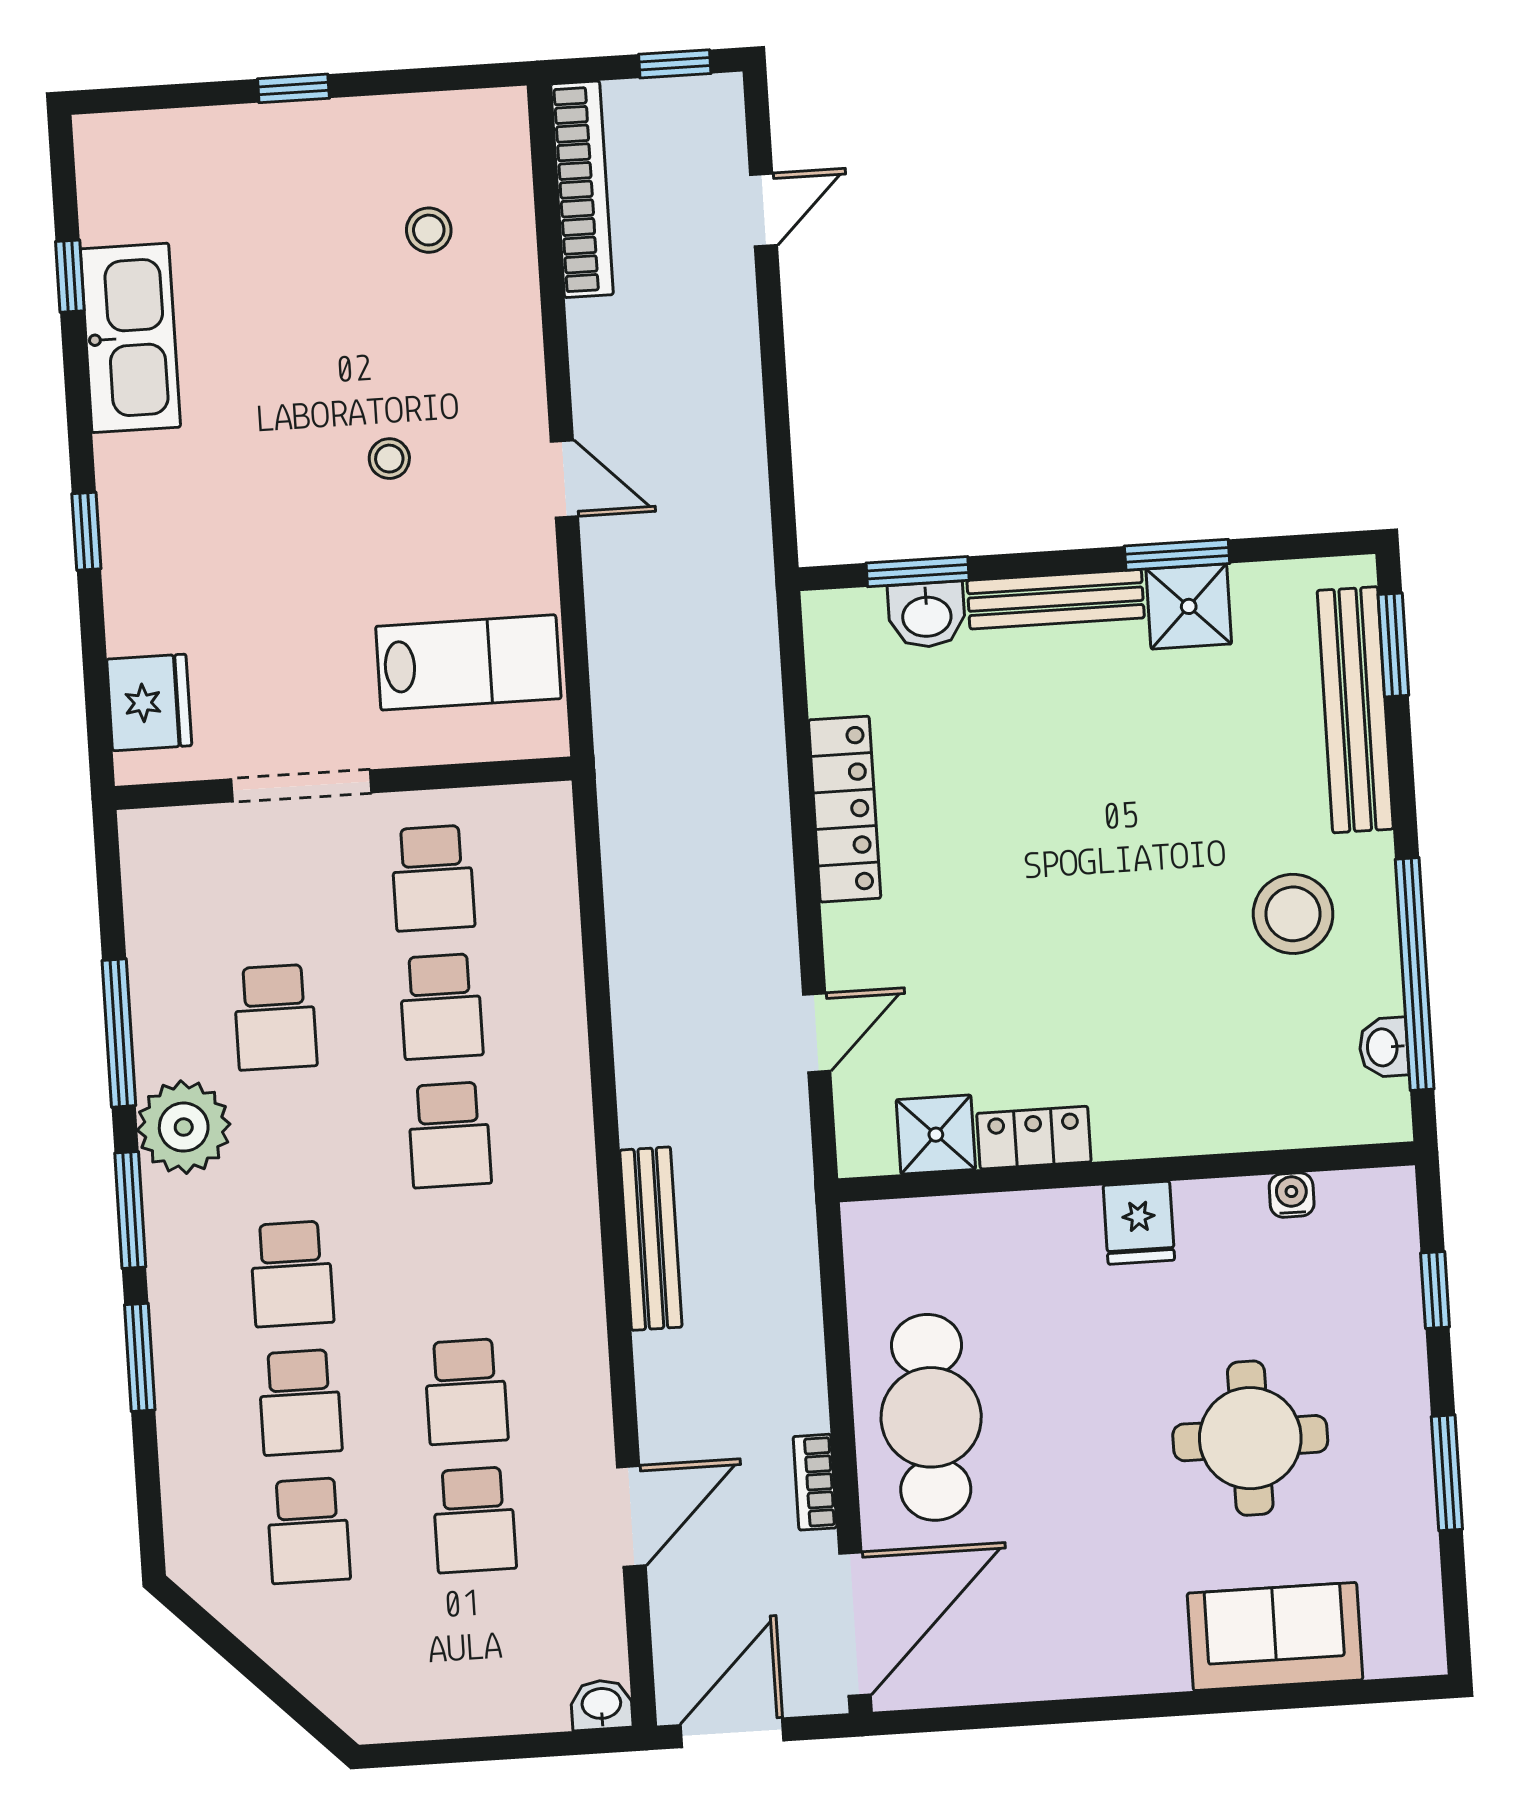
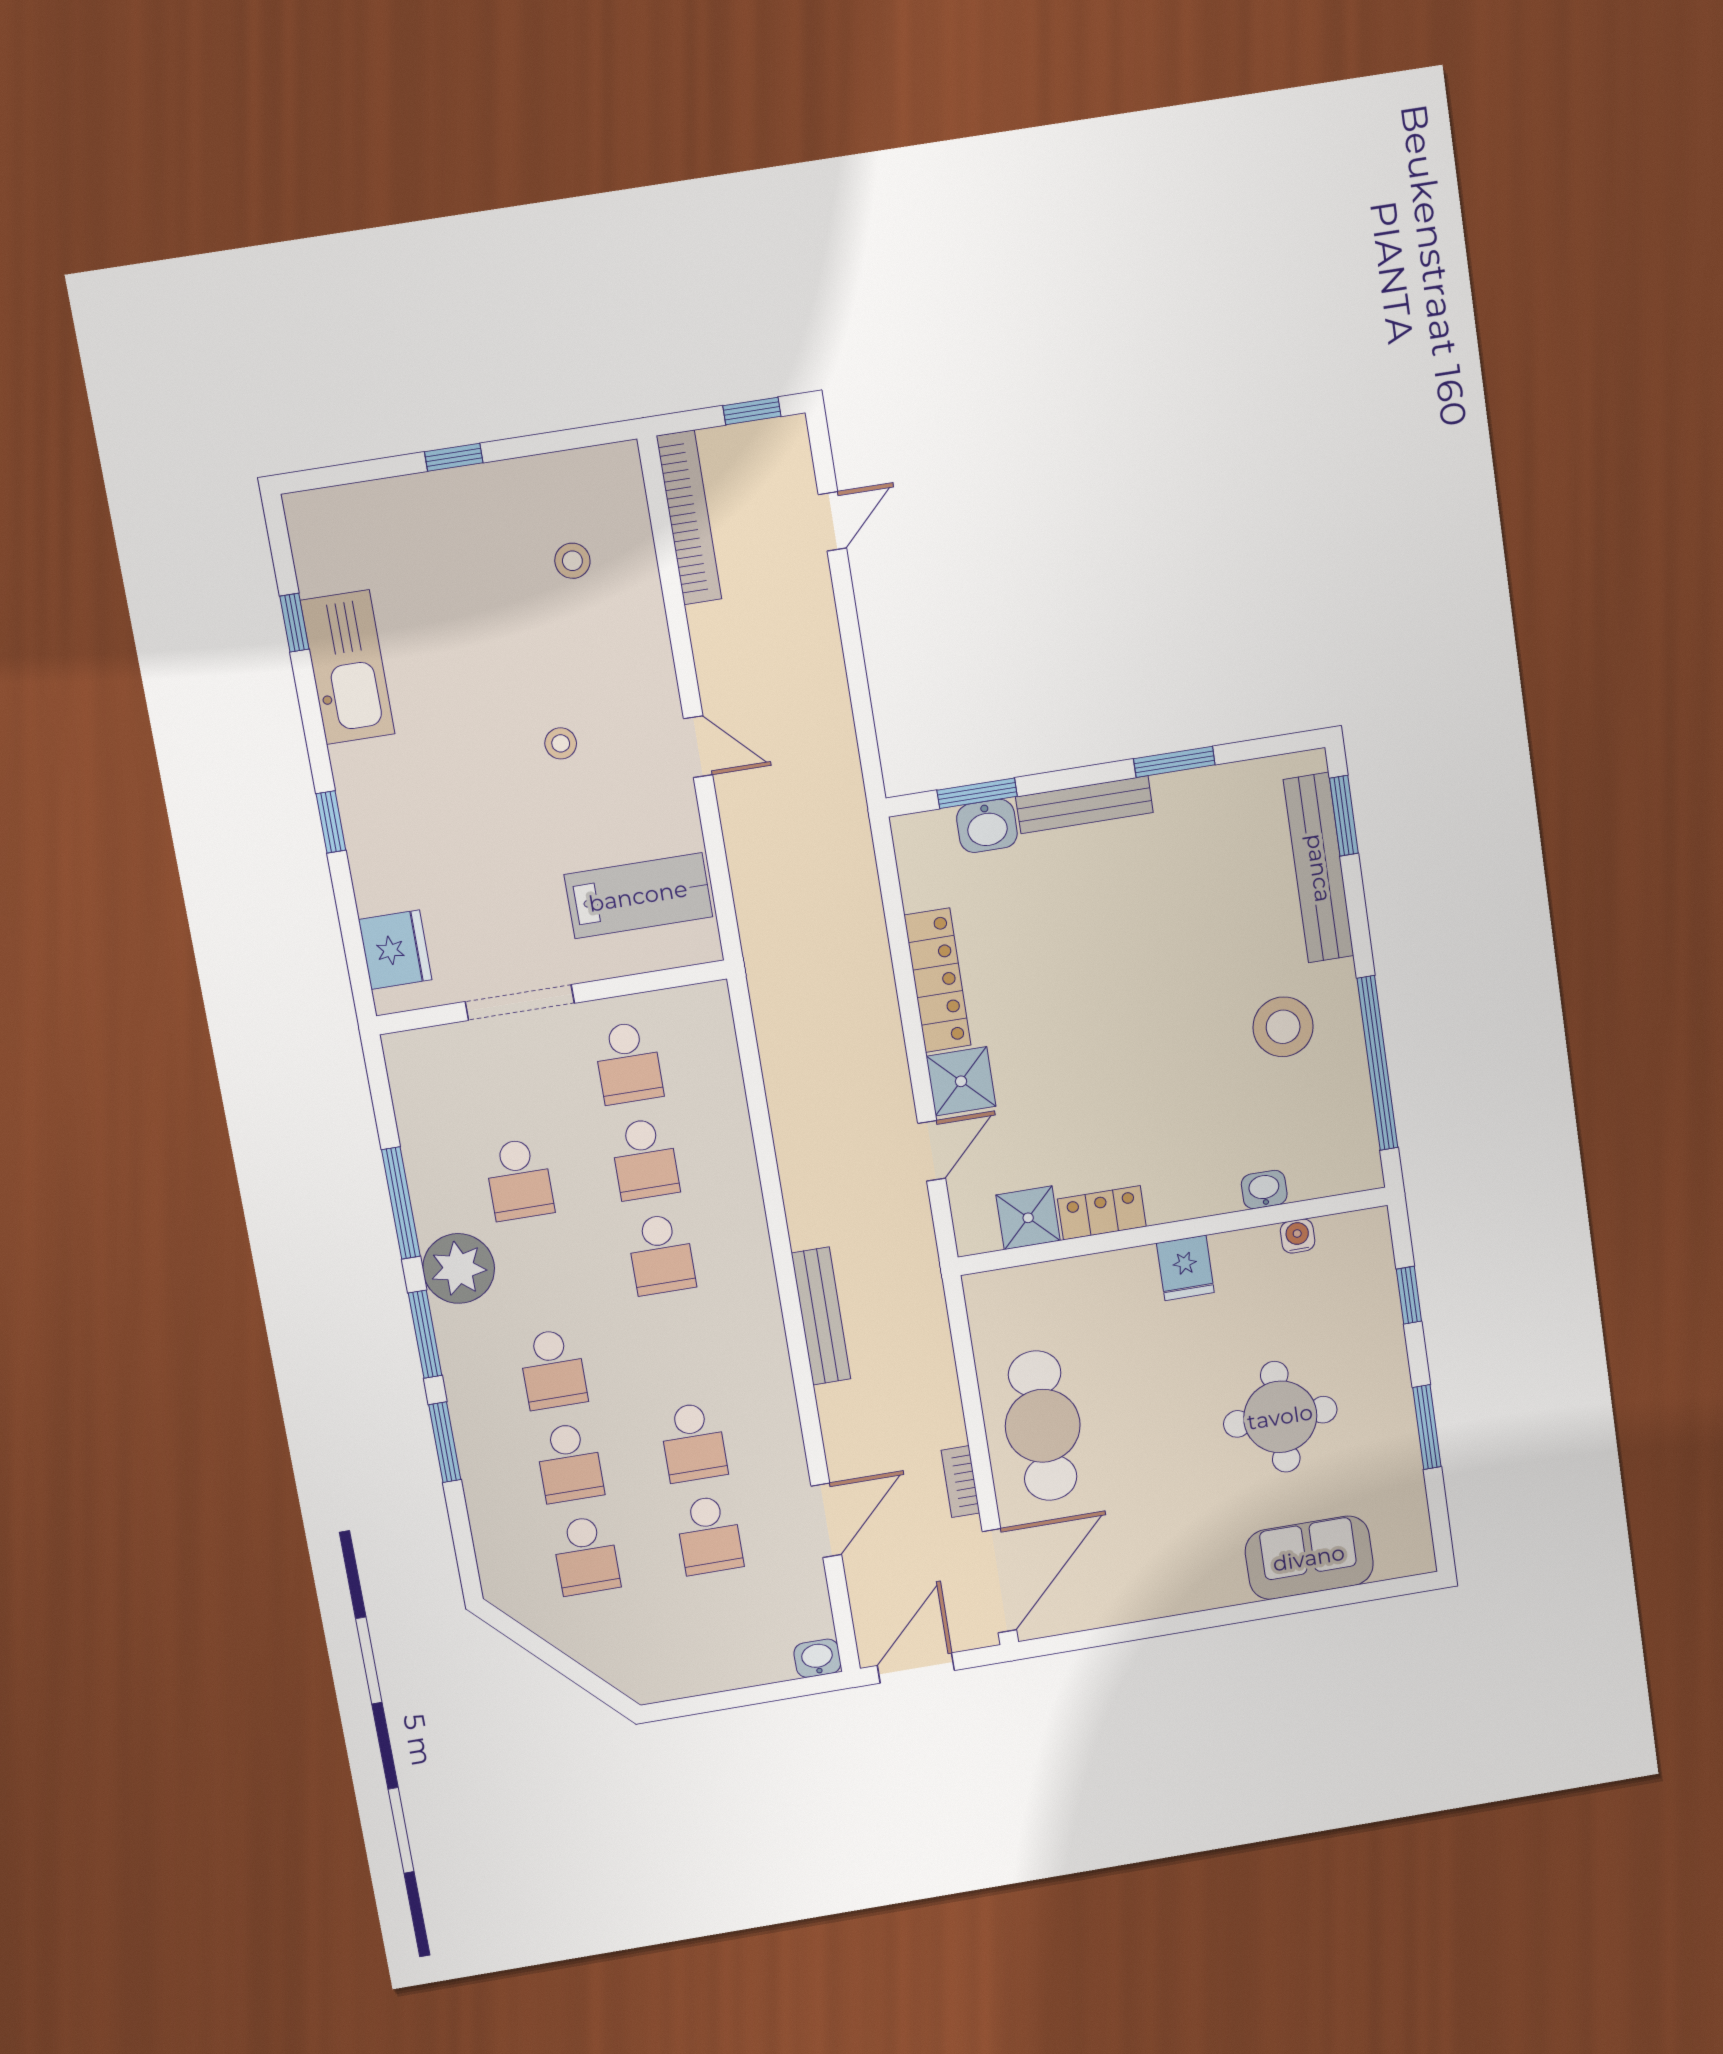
shower: (1189, 606) -> (961, 1081), moved
washbasin: (1384, 1047) -> (1264, 1189), moved, turned 90

